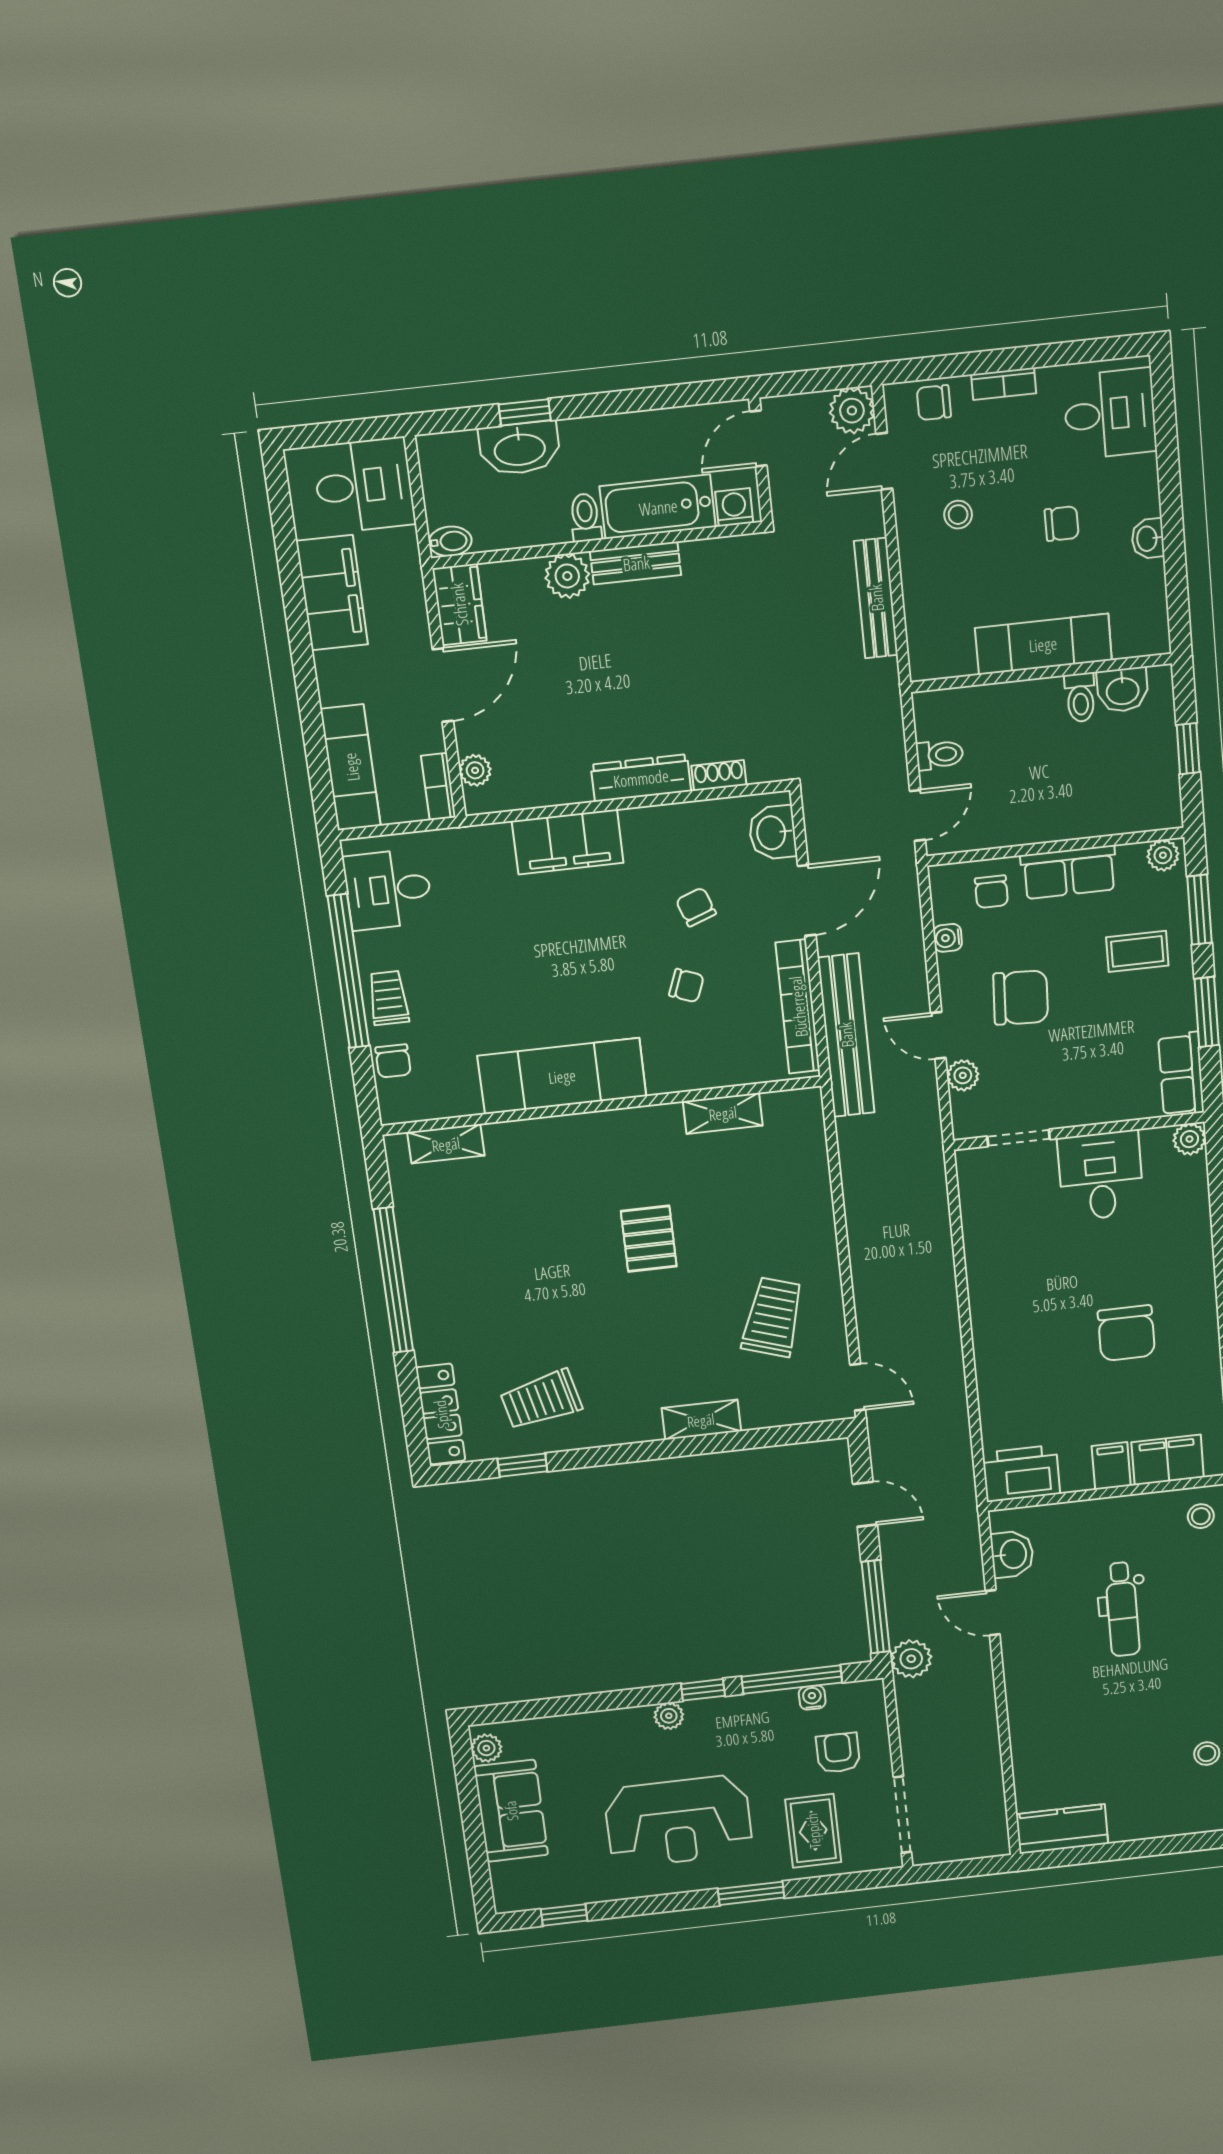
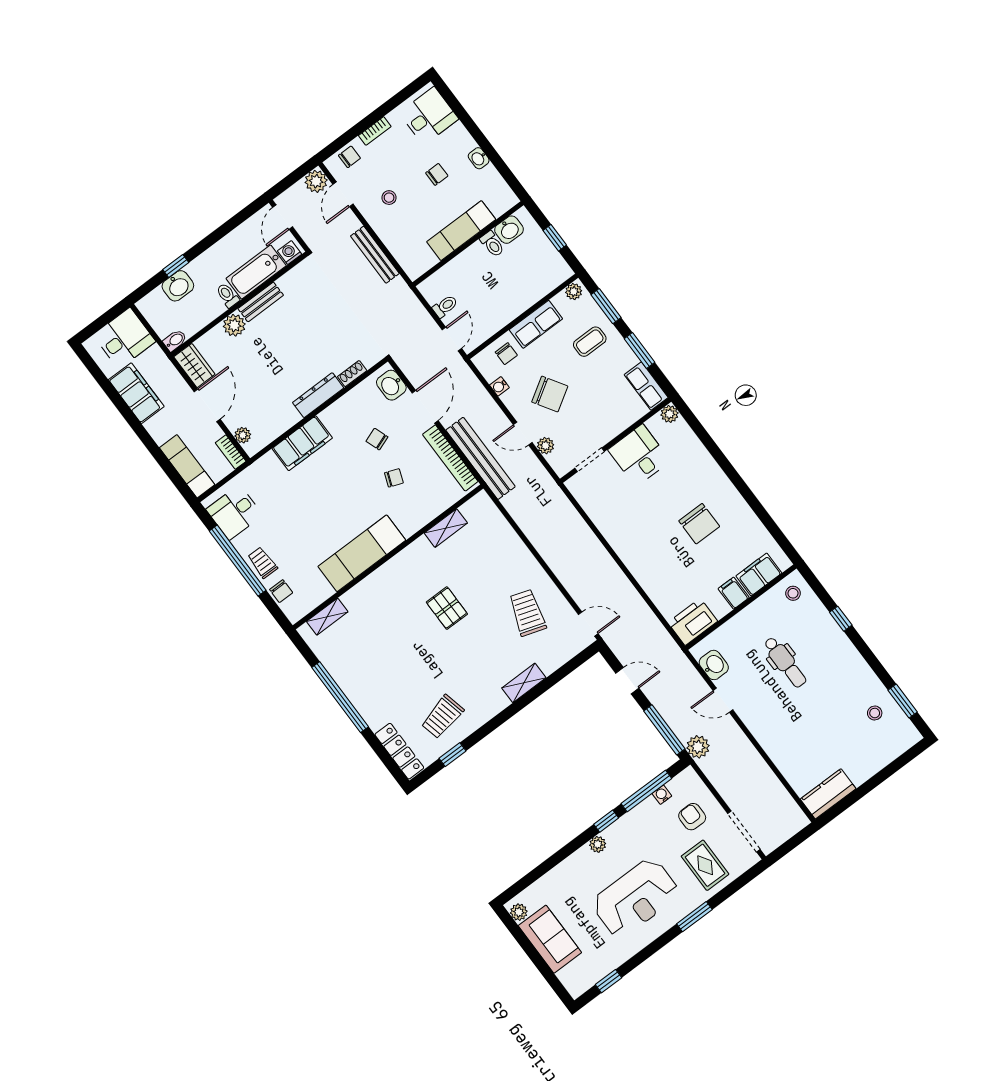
chair: (934, 403) -> (349, 157), turned 180
washbasin: (520, 448) -> (178, 286), width x0.72
chair: (1021, 998) -> (550, 394), turned 55

